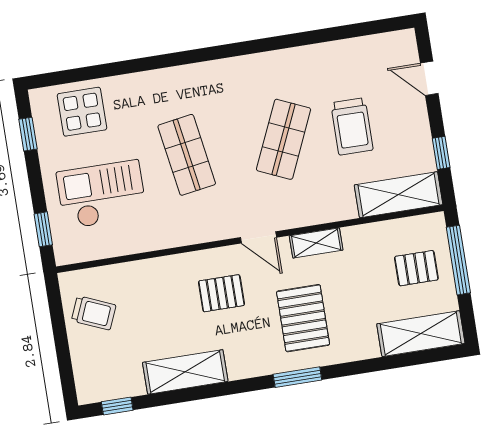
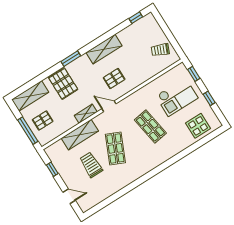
window: (28, 134) -> (209, 98), moved
shelving: (398, 195) -> (80, 135), moved
pallet: (303, 318) -> (63, 84), moved
shelving: (185, 372) -> (104, 49), moved

